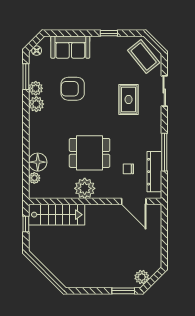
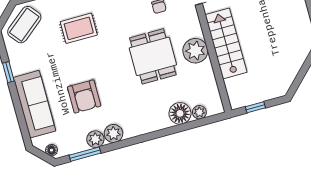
sofa: (70, 47) -> (35, 104), width x1.36
stairs: (57, 215) -> (226, 44), moved

